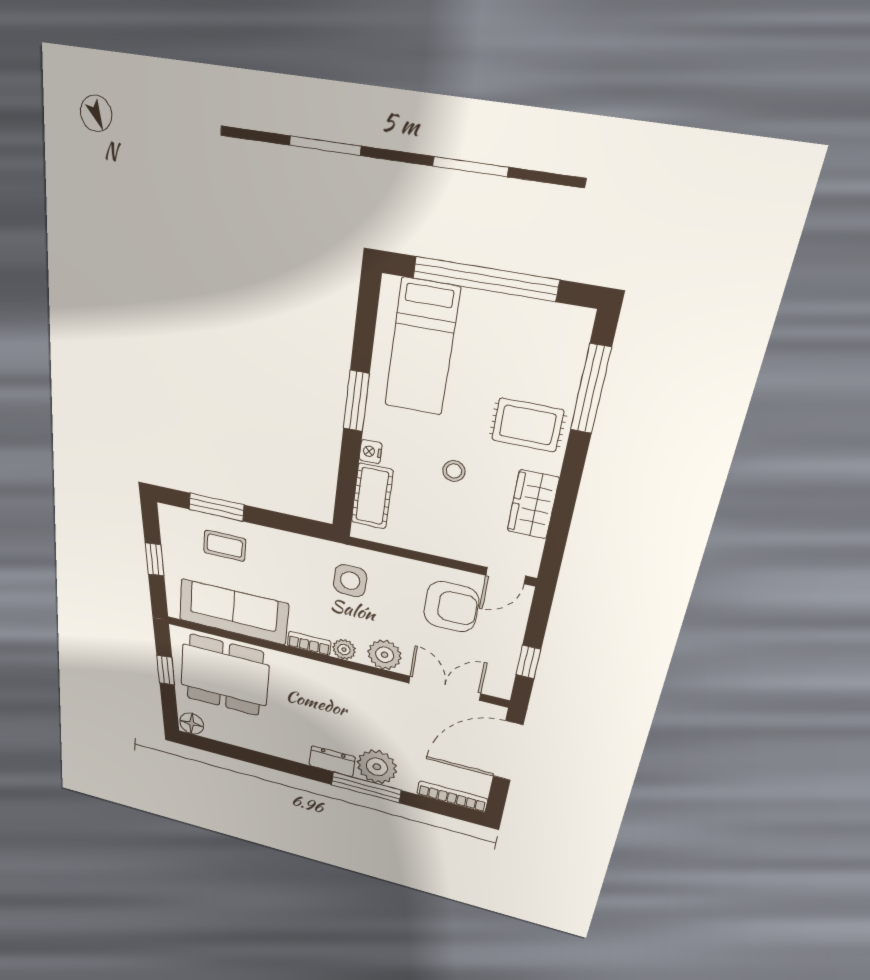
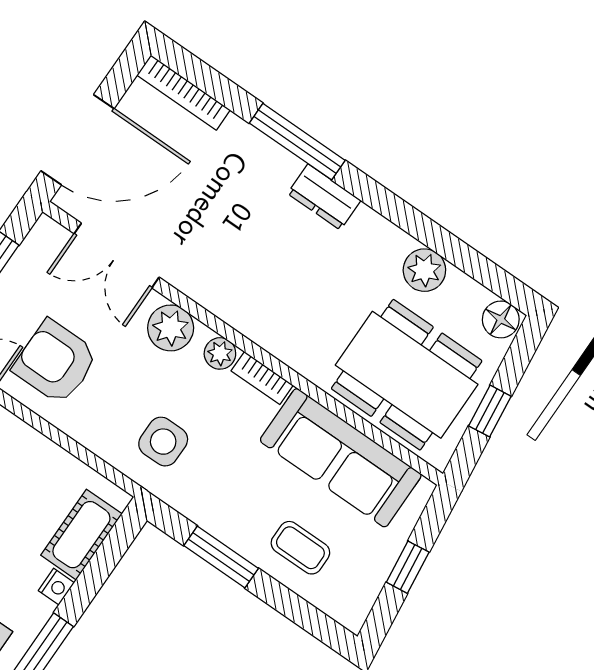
window: (216, 507) -> (221, 557), moved
plant: (377, 767) -> (424, 270), moved, width x0.73, depth x0.73

